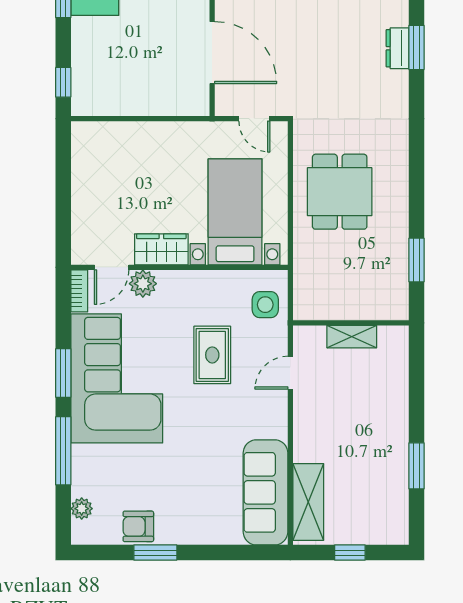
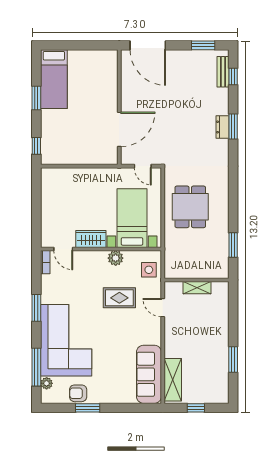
door: (212, 53) -> (119, 129), hinge flipped
door: (112, 267) -> (63, 249), hinge flipped
plant: (143, 284) -> (116, 258), moved
rug: (212, 355) -> (119, 298), turned 90
door: (290, 373) -> (163, 308), hinge flipped
corner sofa: (117, 378) -> (66, 340), moved
window: (63, 451) -> (36, 367), moved

